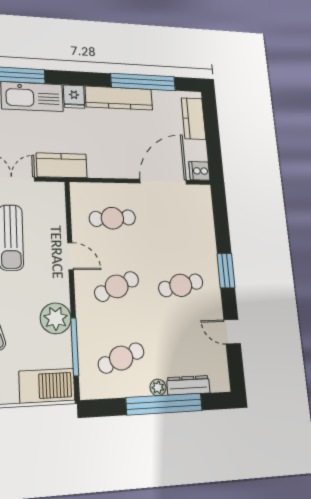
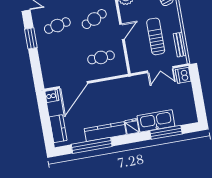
kitchen counter: (62, 165) -> (134, 83), removed
door: (70, 256) -> (122, 32), swing flipped

